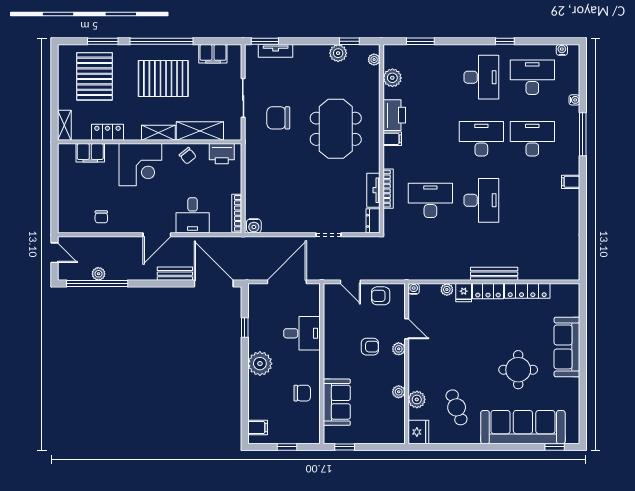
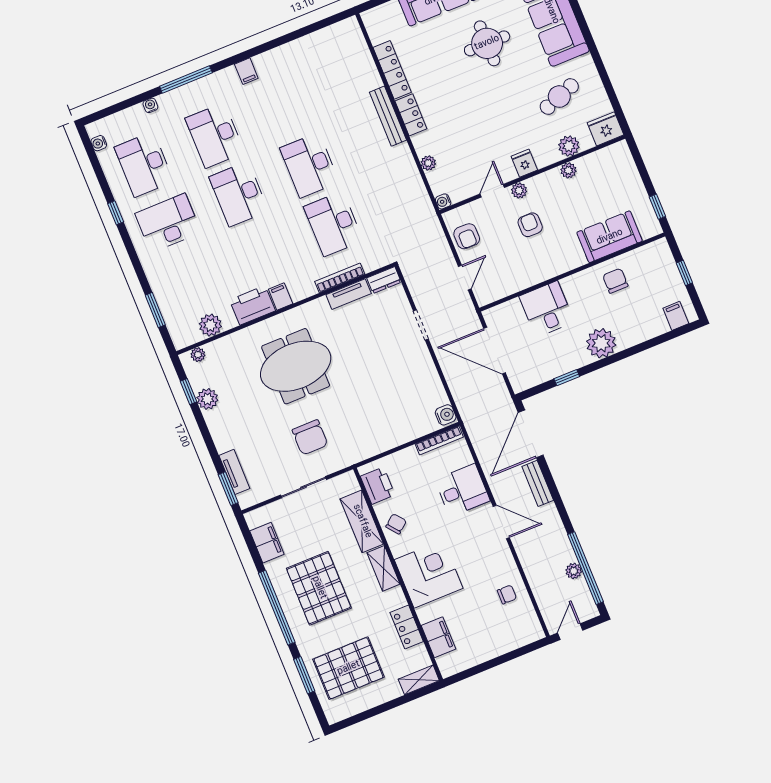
desk: (481, 200) -> (310, 165), turned -90
fridge: (464, 293) -> (524, 163), moved, turned -90

